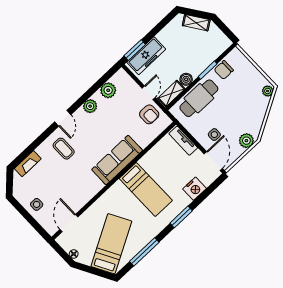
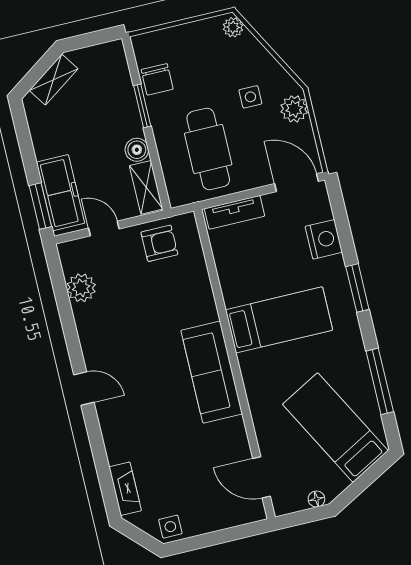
door: (149, 93) -> (104, 228), moved
cafe table: (199, 98) -> (208, 149), moved
plant: (90, 106) -> (90, 332), removed
side table: (214, 135) -> (250, 97), moved
coffee table: (64, 149) -> (134, 416), removed
sofa: (117, 160) -> (212, 372), moved
side table: (37, 204) -> (170, 527), moved

